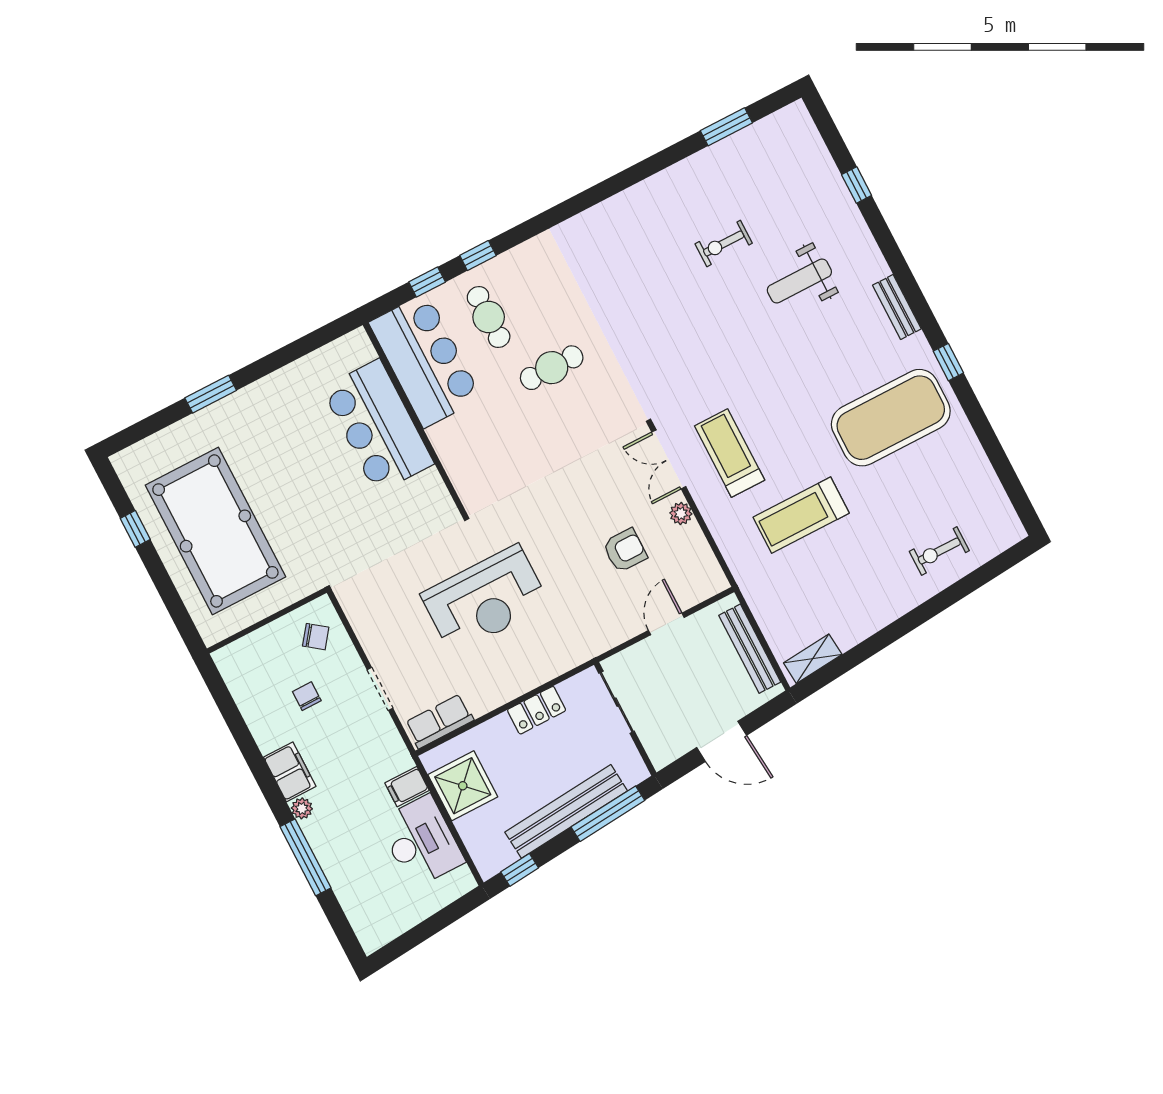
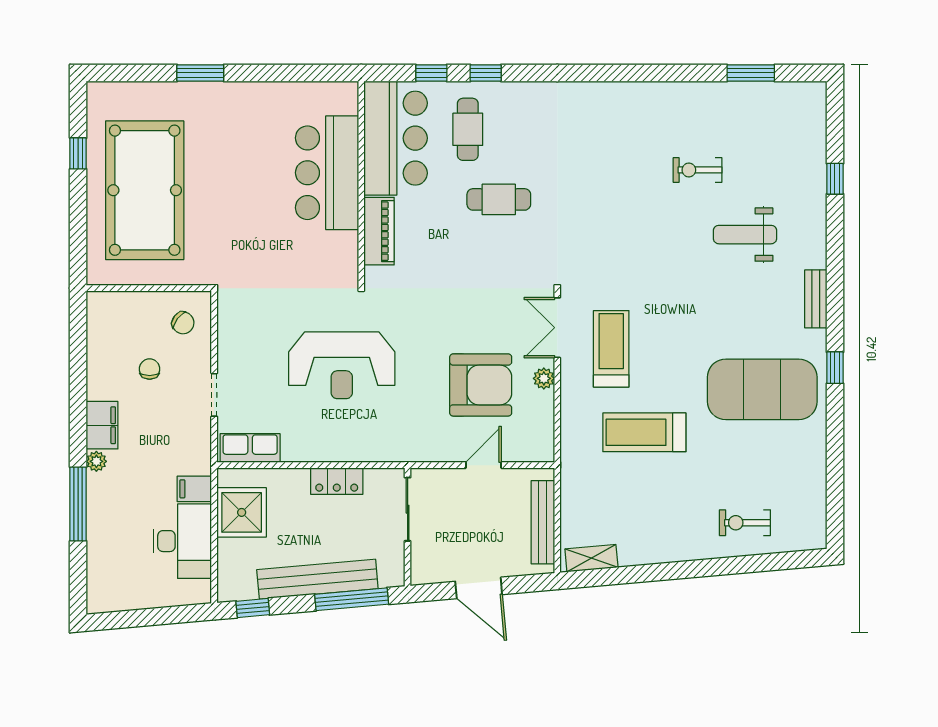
piano: (455, 455) -> (379, 231), added
armchair: (625, 550) -> (481, 385), width x1.88, depth x1.88

